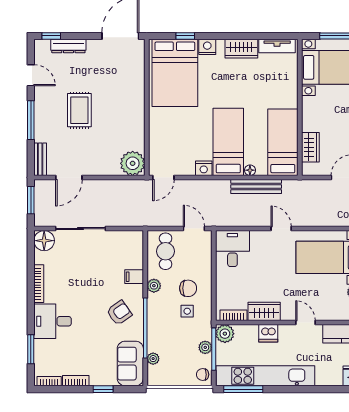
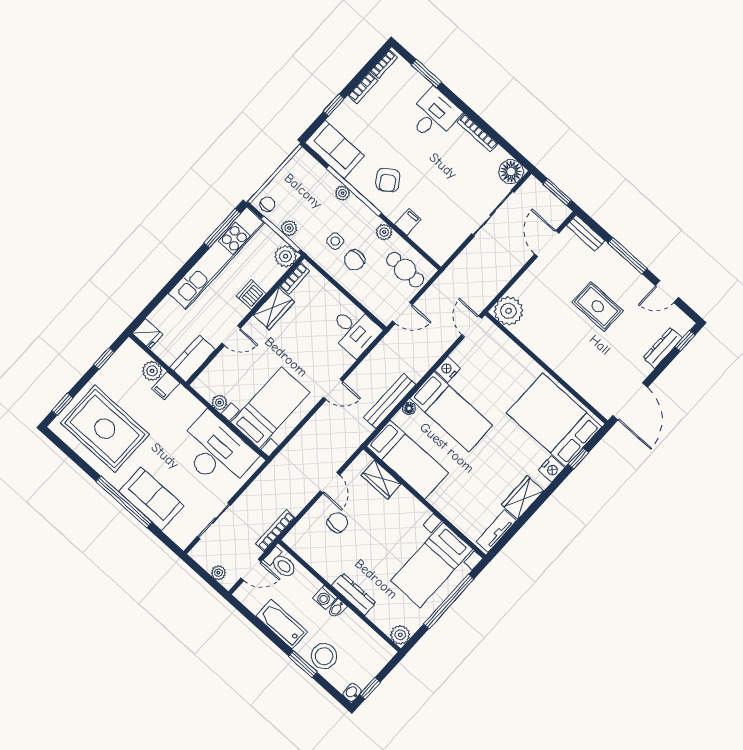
plant: (153, 359) -> (342, 193), moved

